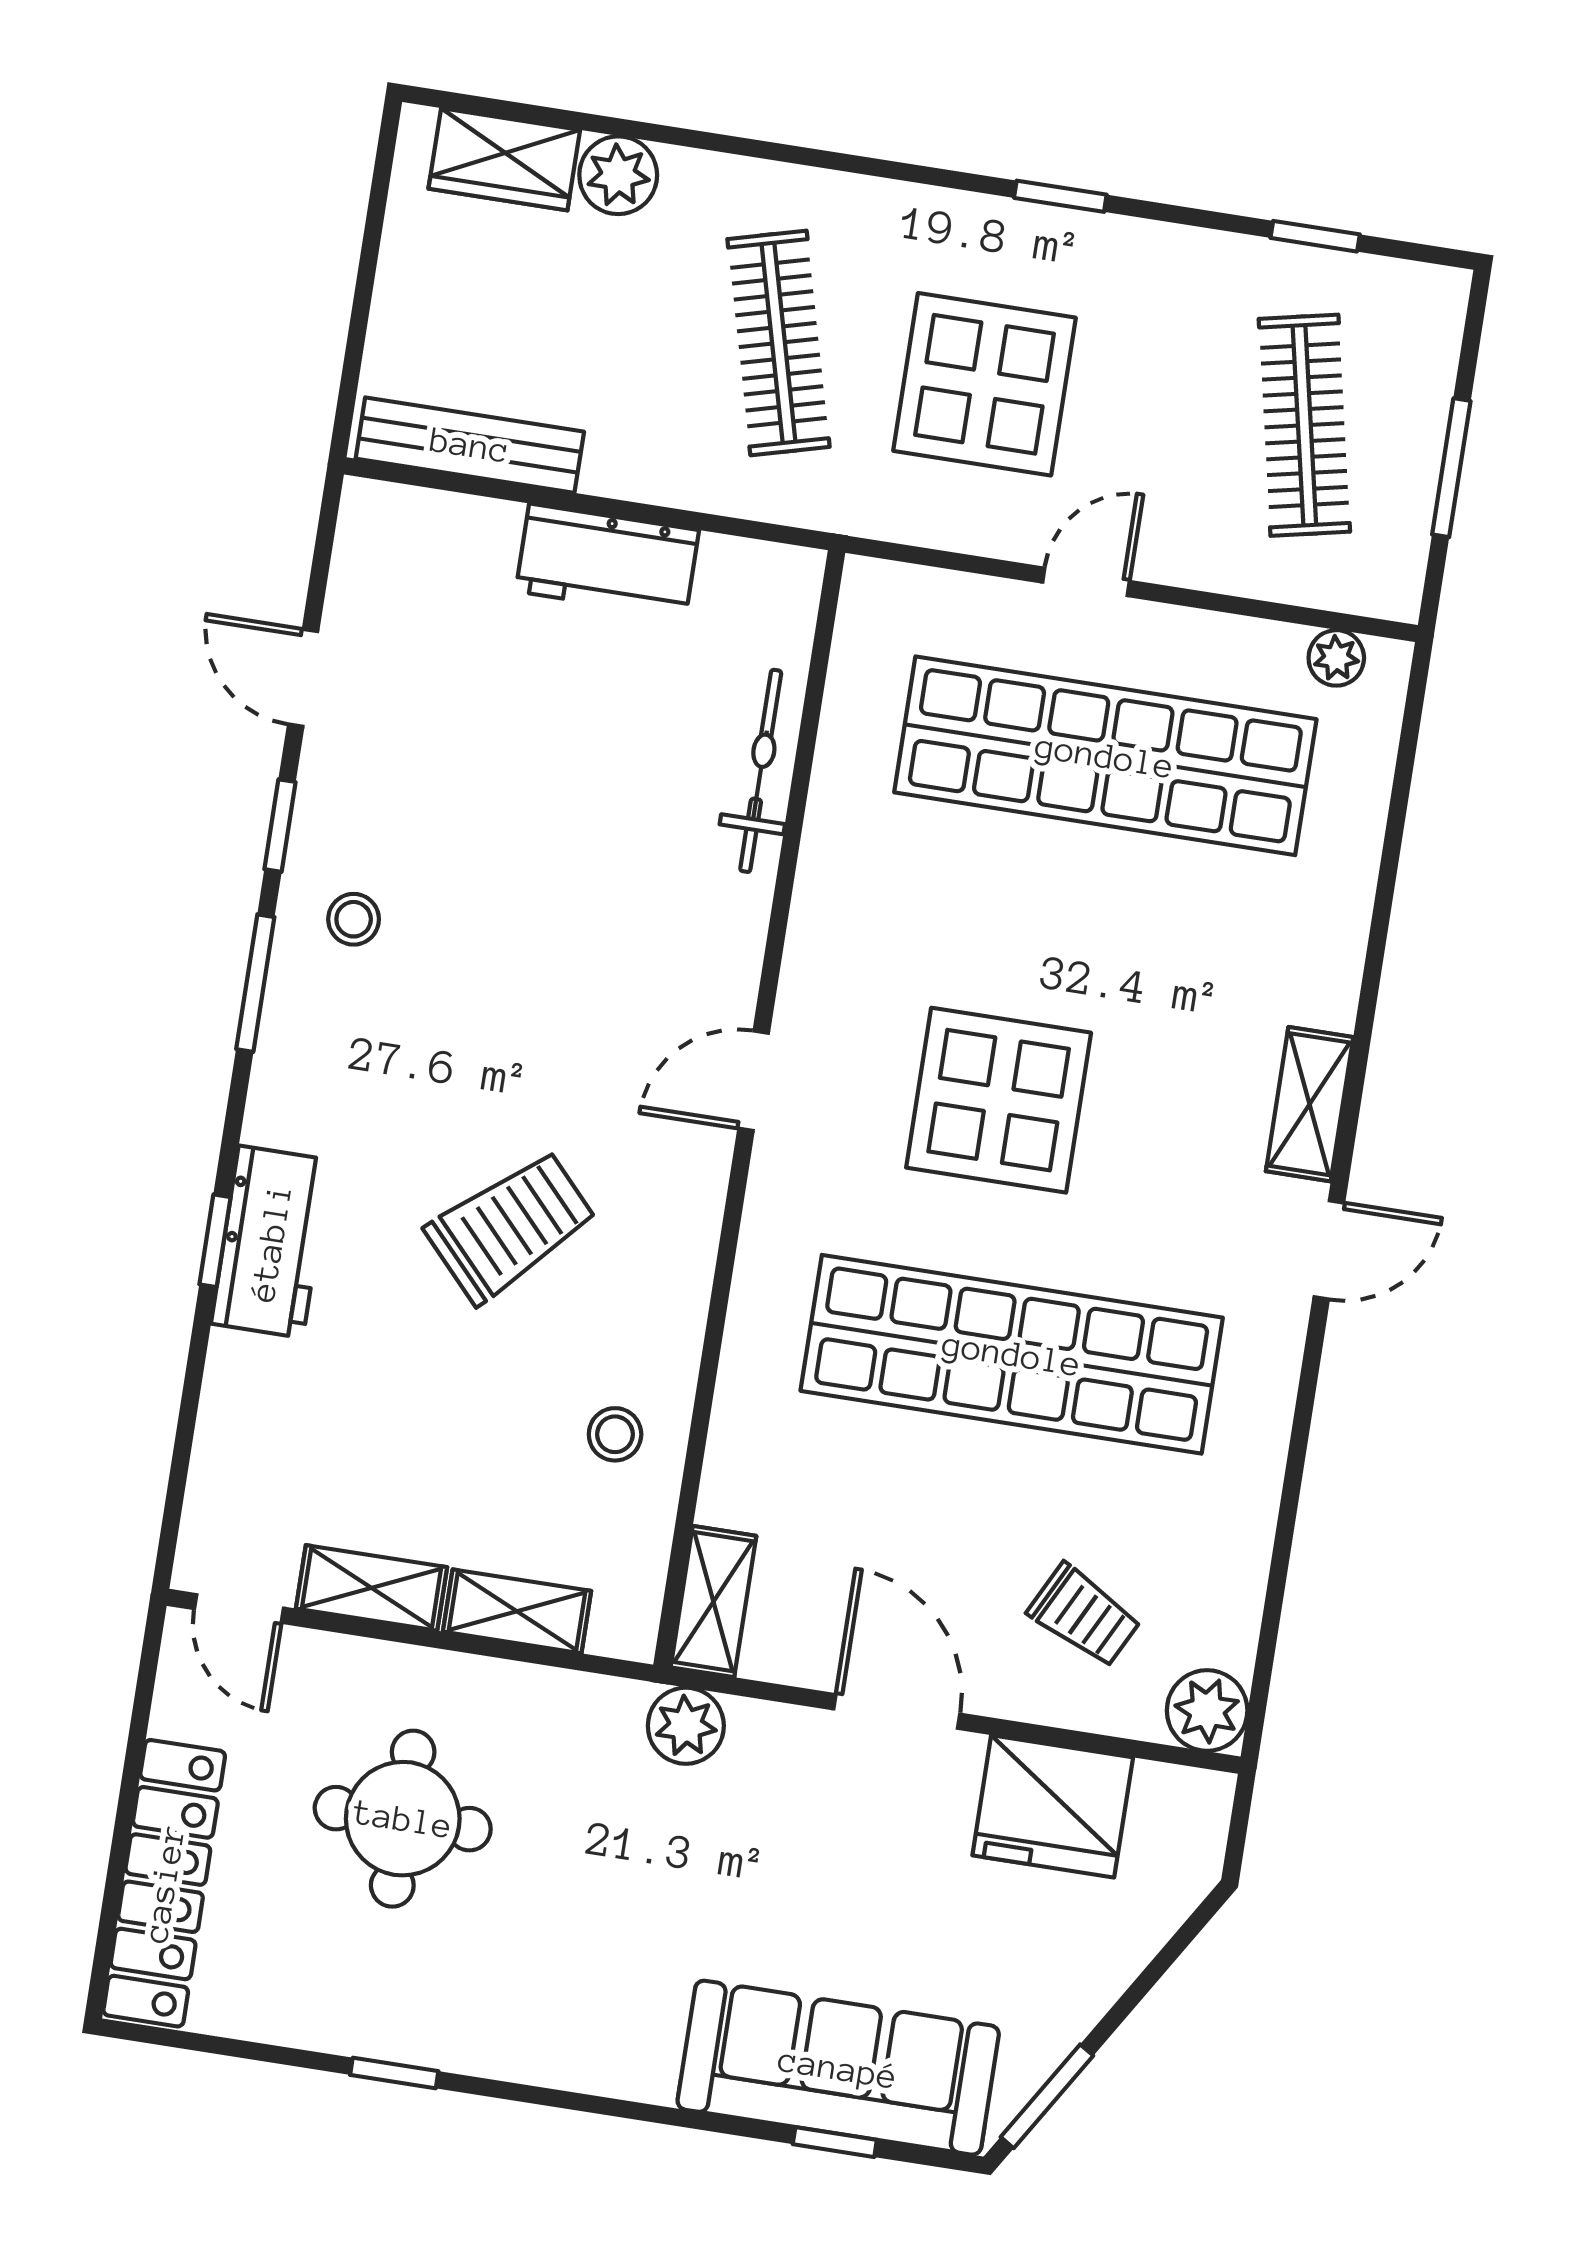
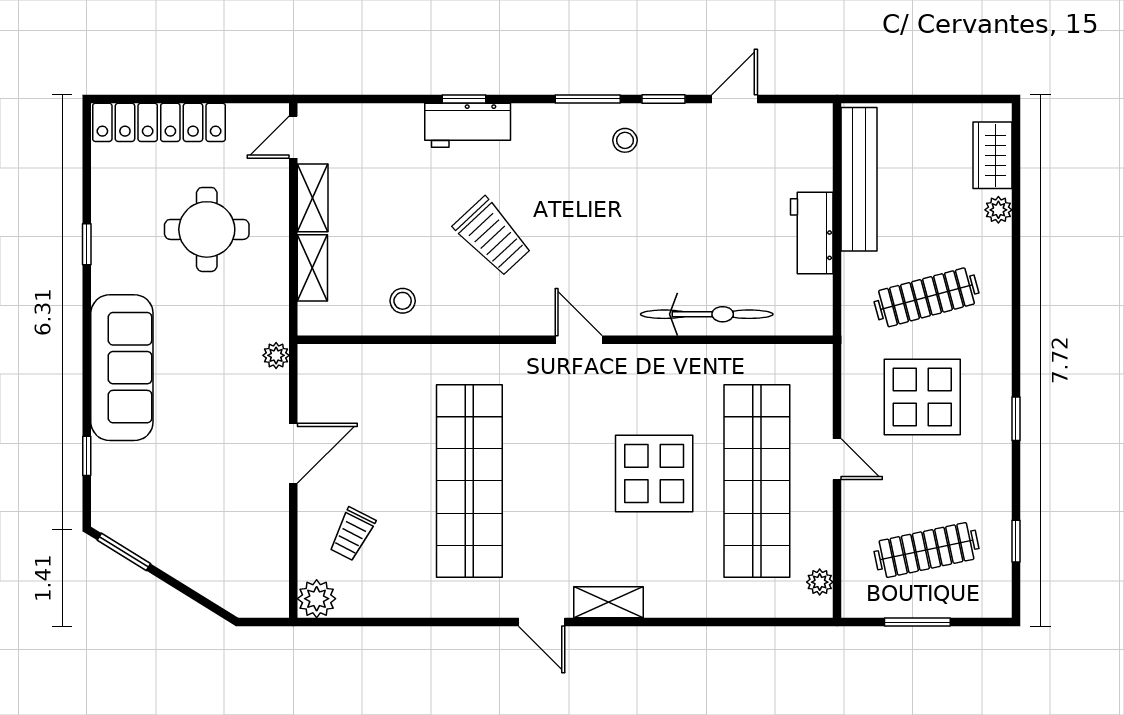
plant: (618, 175) -> (998, 210), width x0.73, depth x0.73
bench: (470, 445) -> (859, 179), width x1.37, depth x1.21
bicycle: (761, 771) -> (707, 314), width x1.37, depth x1.40
display table: (999, 1100) -> (654, 474), moved
shelving: (713, 1602) -> (331, 359), removed
plant: (686, 1726) -> (276, 355), width x0.73, depth x0.73
fridge: (1053, 1806) -> (260, 533), removed
sofa: (838, 2068) -> (122, 368), moved

